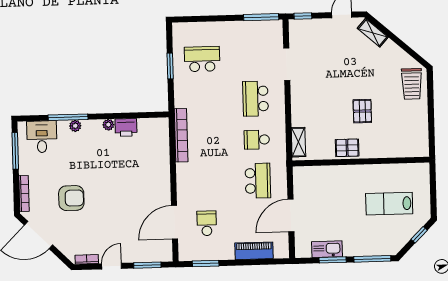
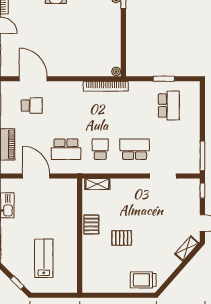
plant: (108, 125) -> (116, 72), moved
printer: (126, 127) -> (114, 40), removed

